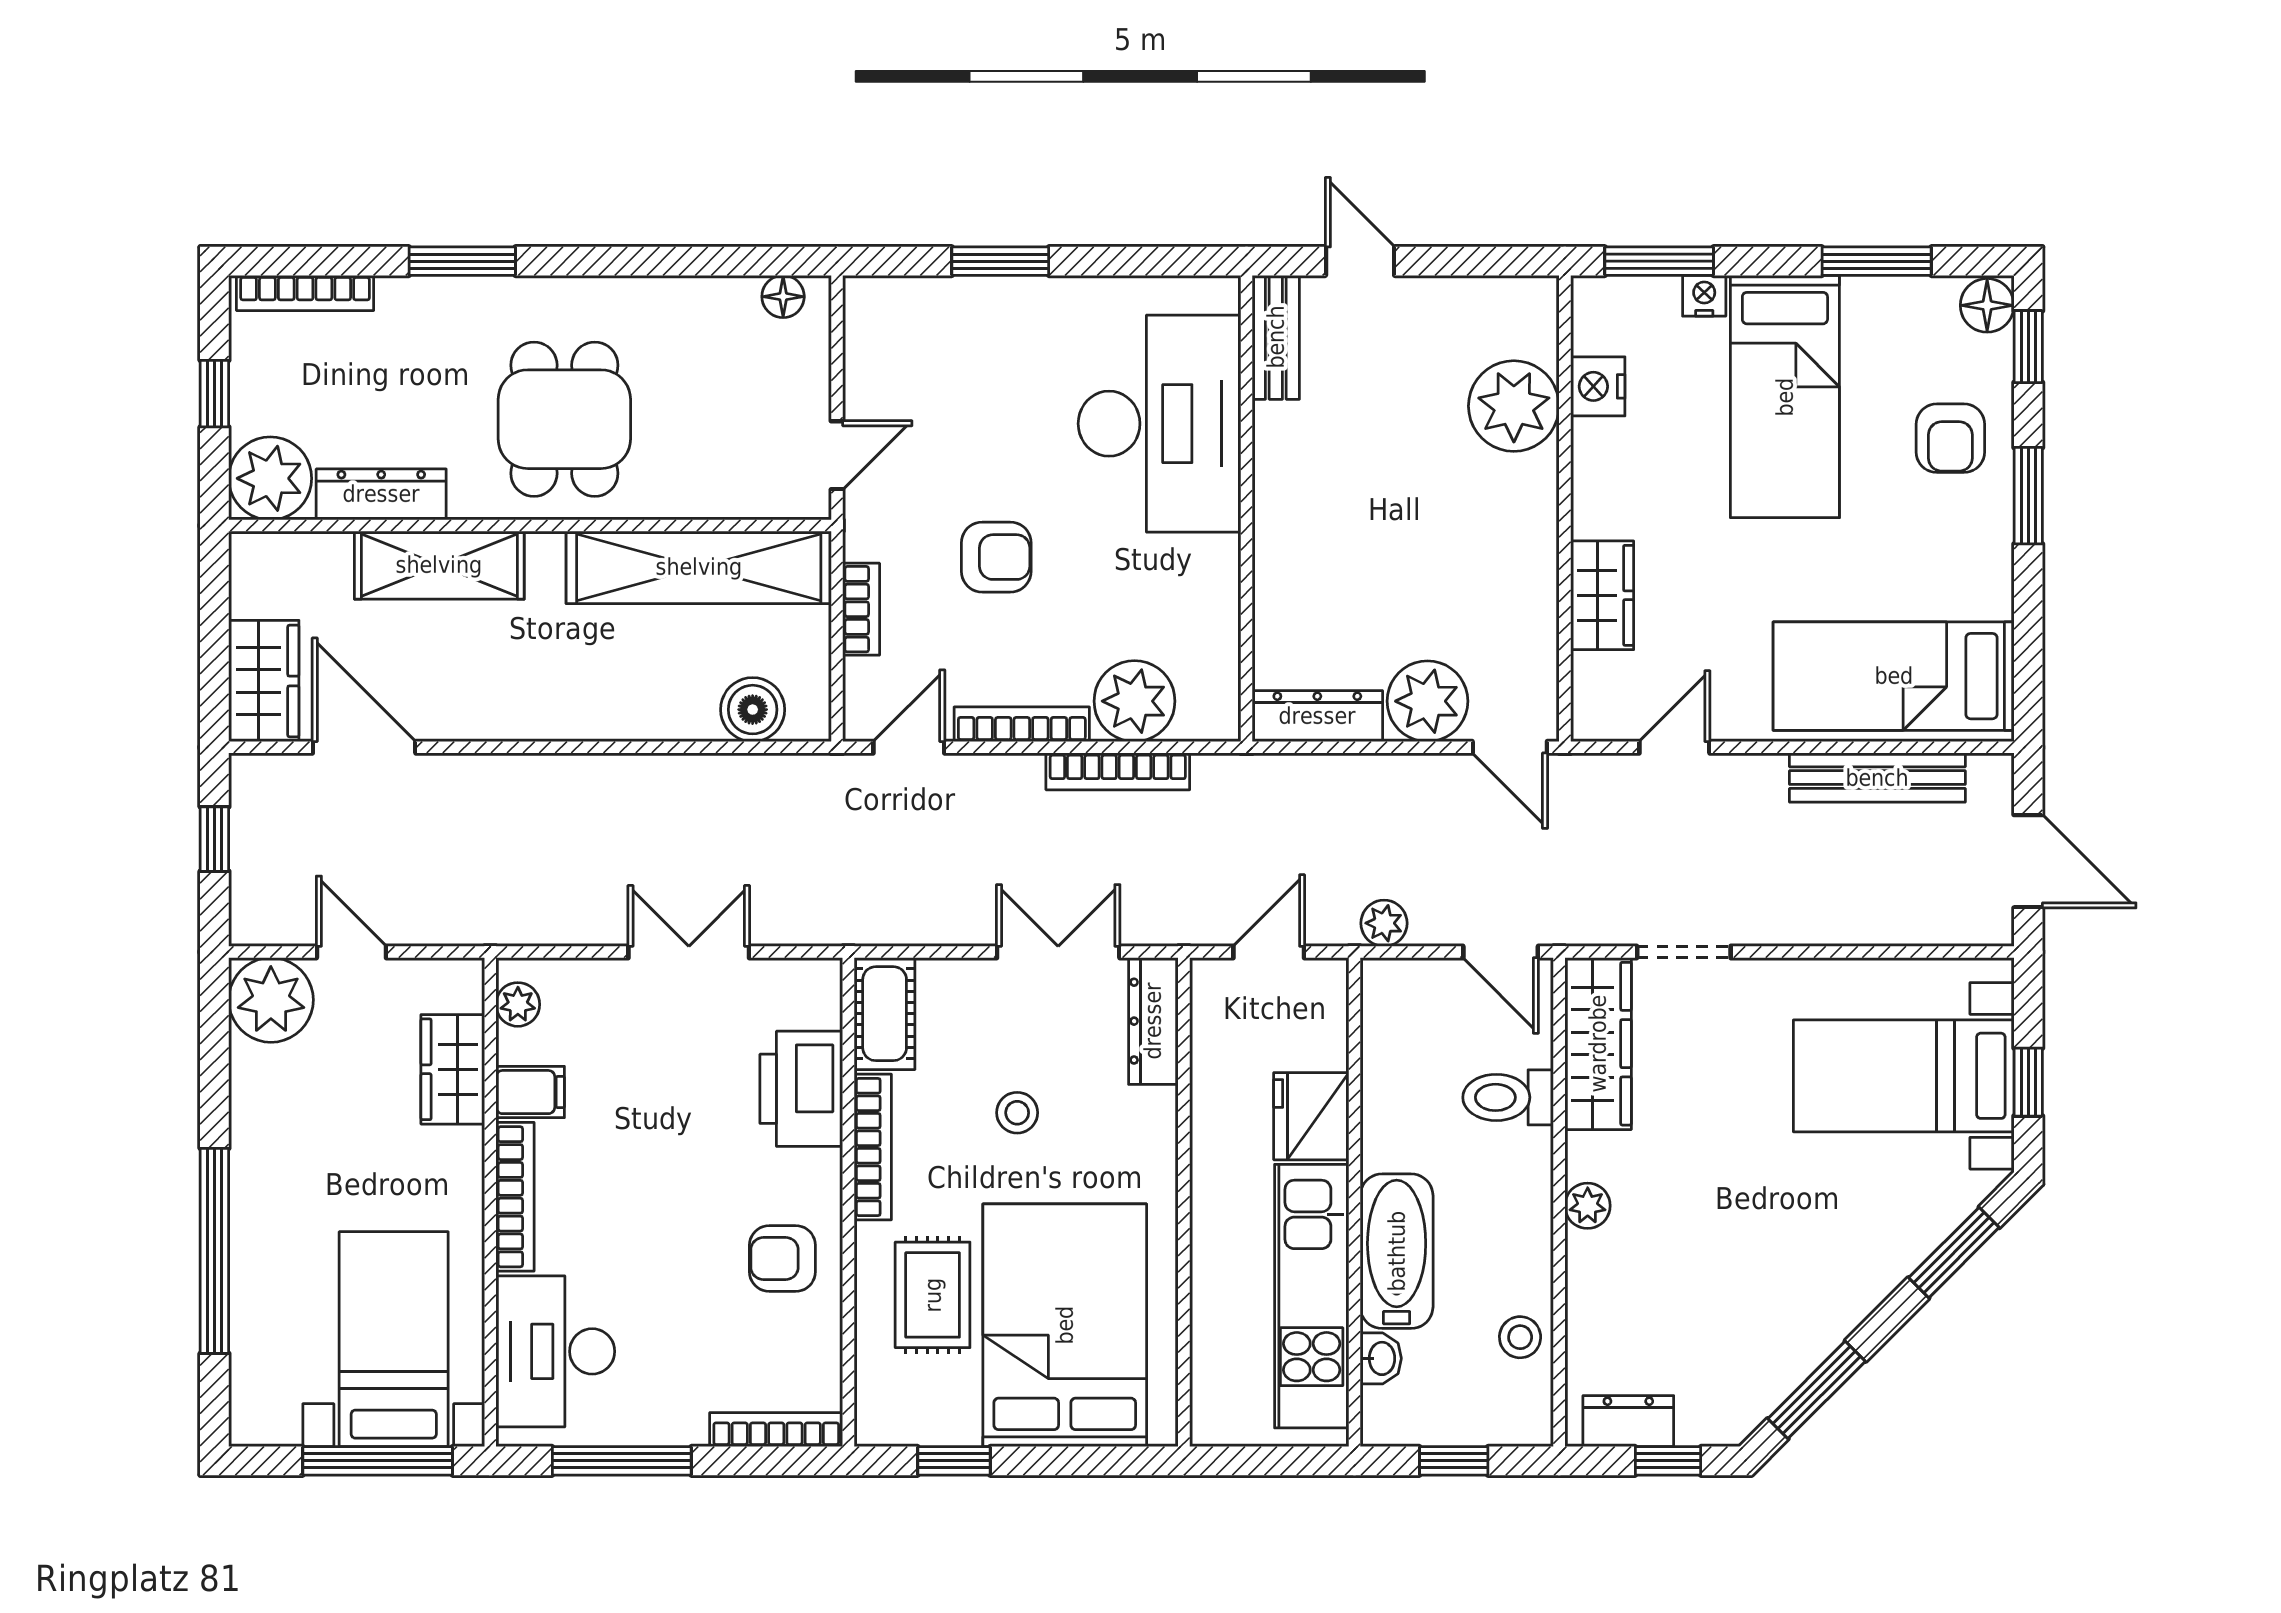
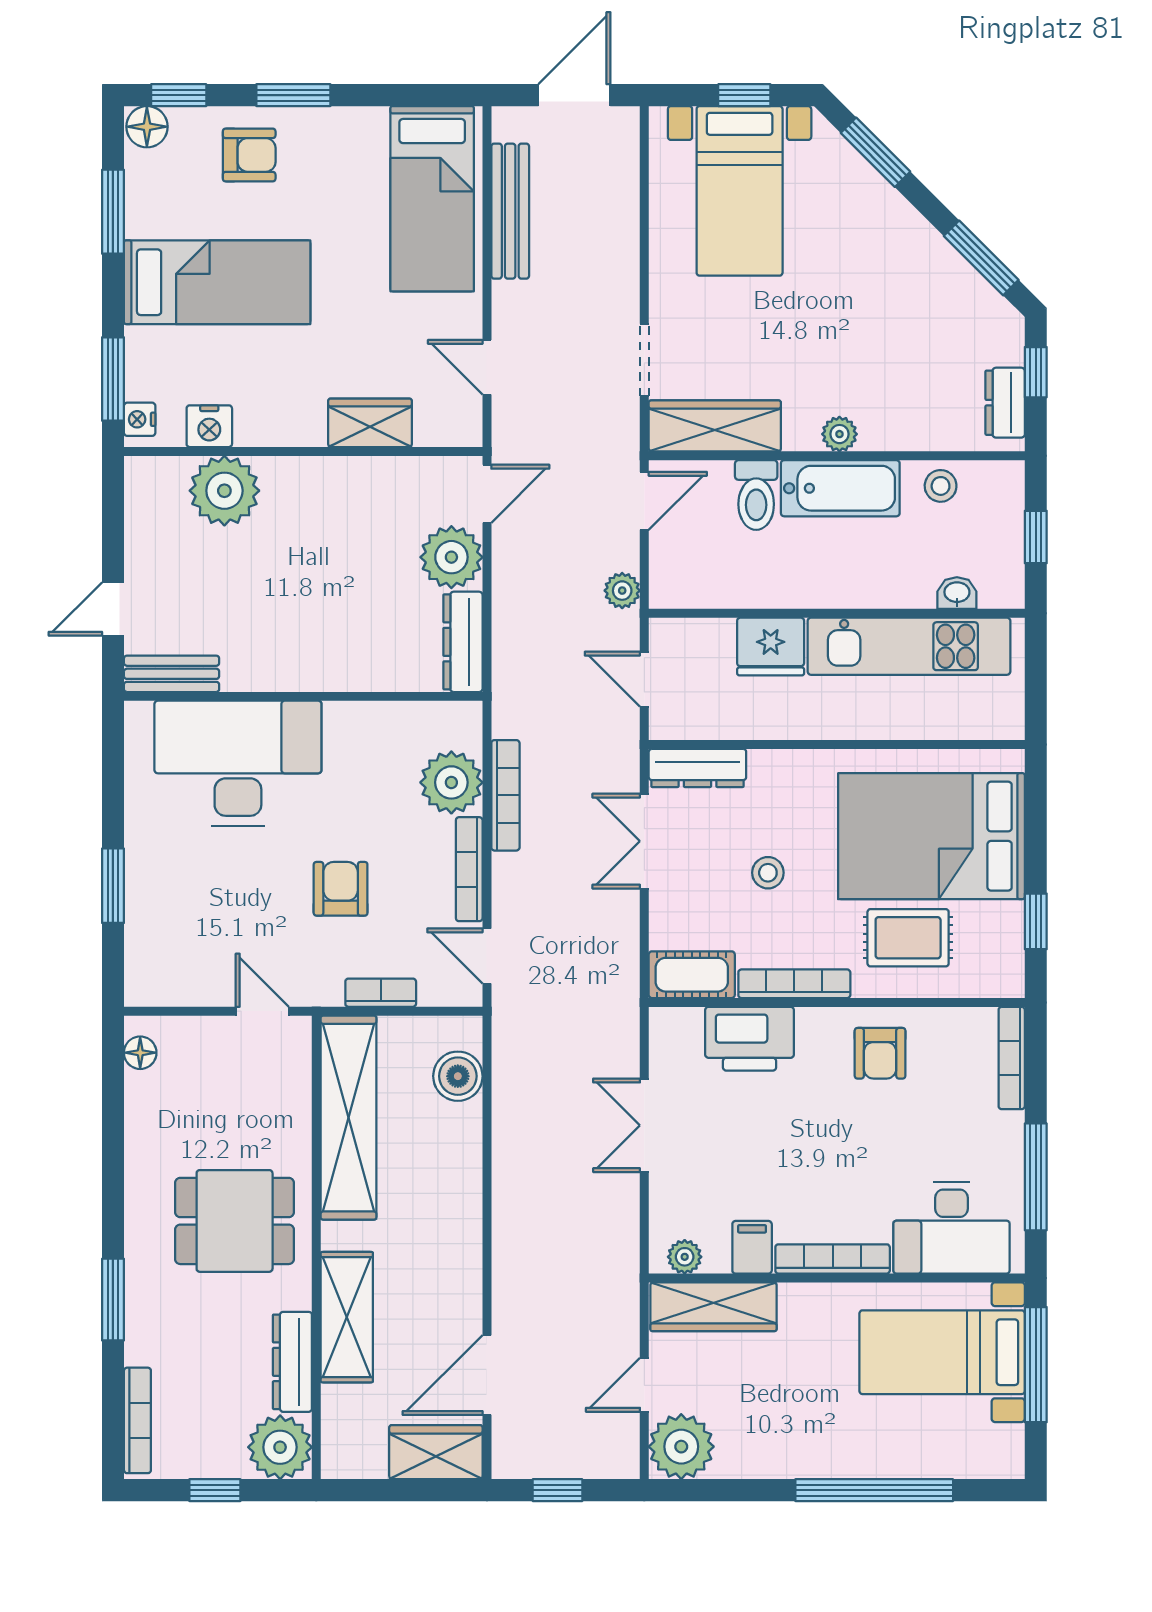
nightstand: (1704, 296) -> (140, 419), moved
wardrobe: (453, 1069) -> (713, 1307), width x1.50
bathtub: (1397, 1251) -> (840, 488), moved, turned 180

